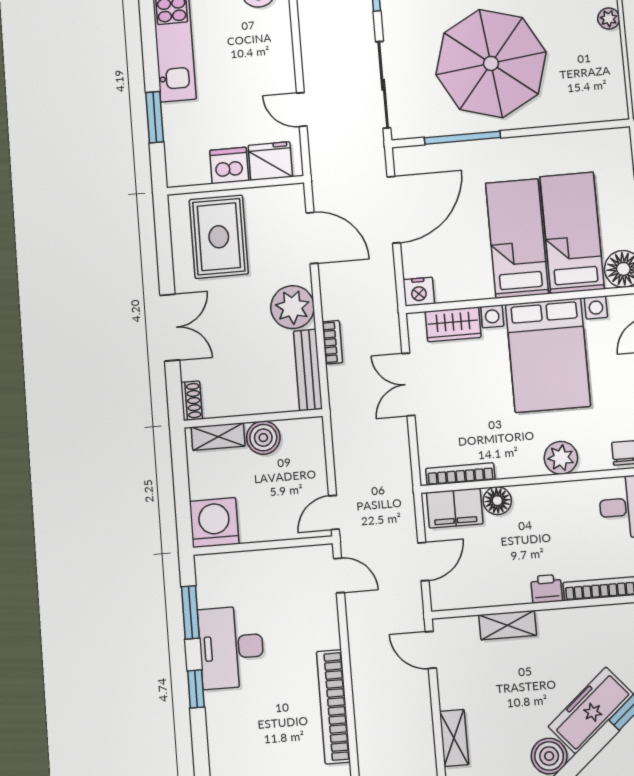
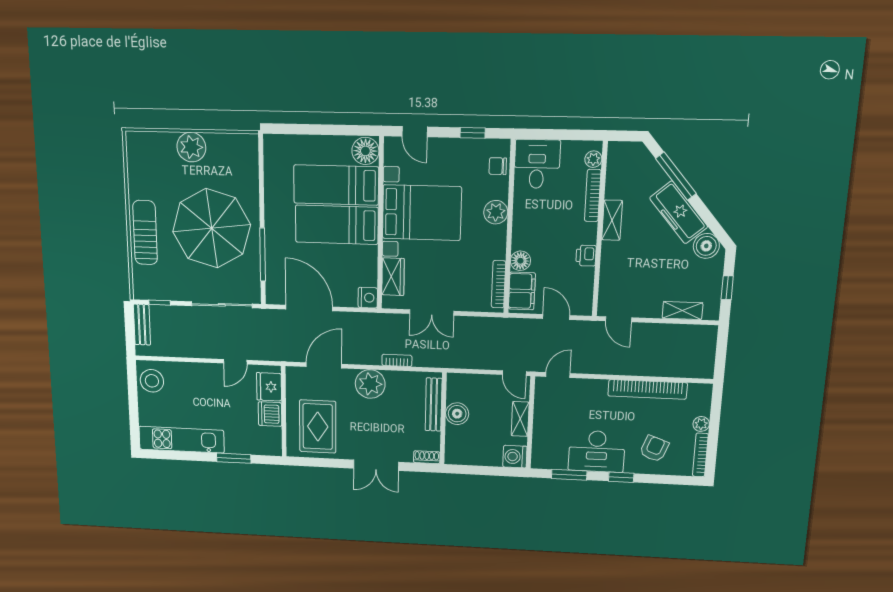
plant: (609, 18) -> (191, 147), width x1.88, depth x1.88
rug: (219, 237) -> (318, 427), turned 90
double door: (170, 328) -> (376, 465), swing flipped
bench: (308, 370) -> (434, 405), moved, turned 90
shelving: (218, 437) -> (520, 419), moved
washing machine: (214, 523) -> (515, 457), width x0.73, depth x0.73
printer: (546, 589) -> (586, 256), moved
shelving: (508, 625) -> (612, 220), moved
door: (431, 650) -> (619, 319), hinge flipped
armchair: (246, 730) -> (654, 449), added

